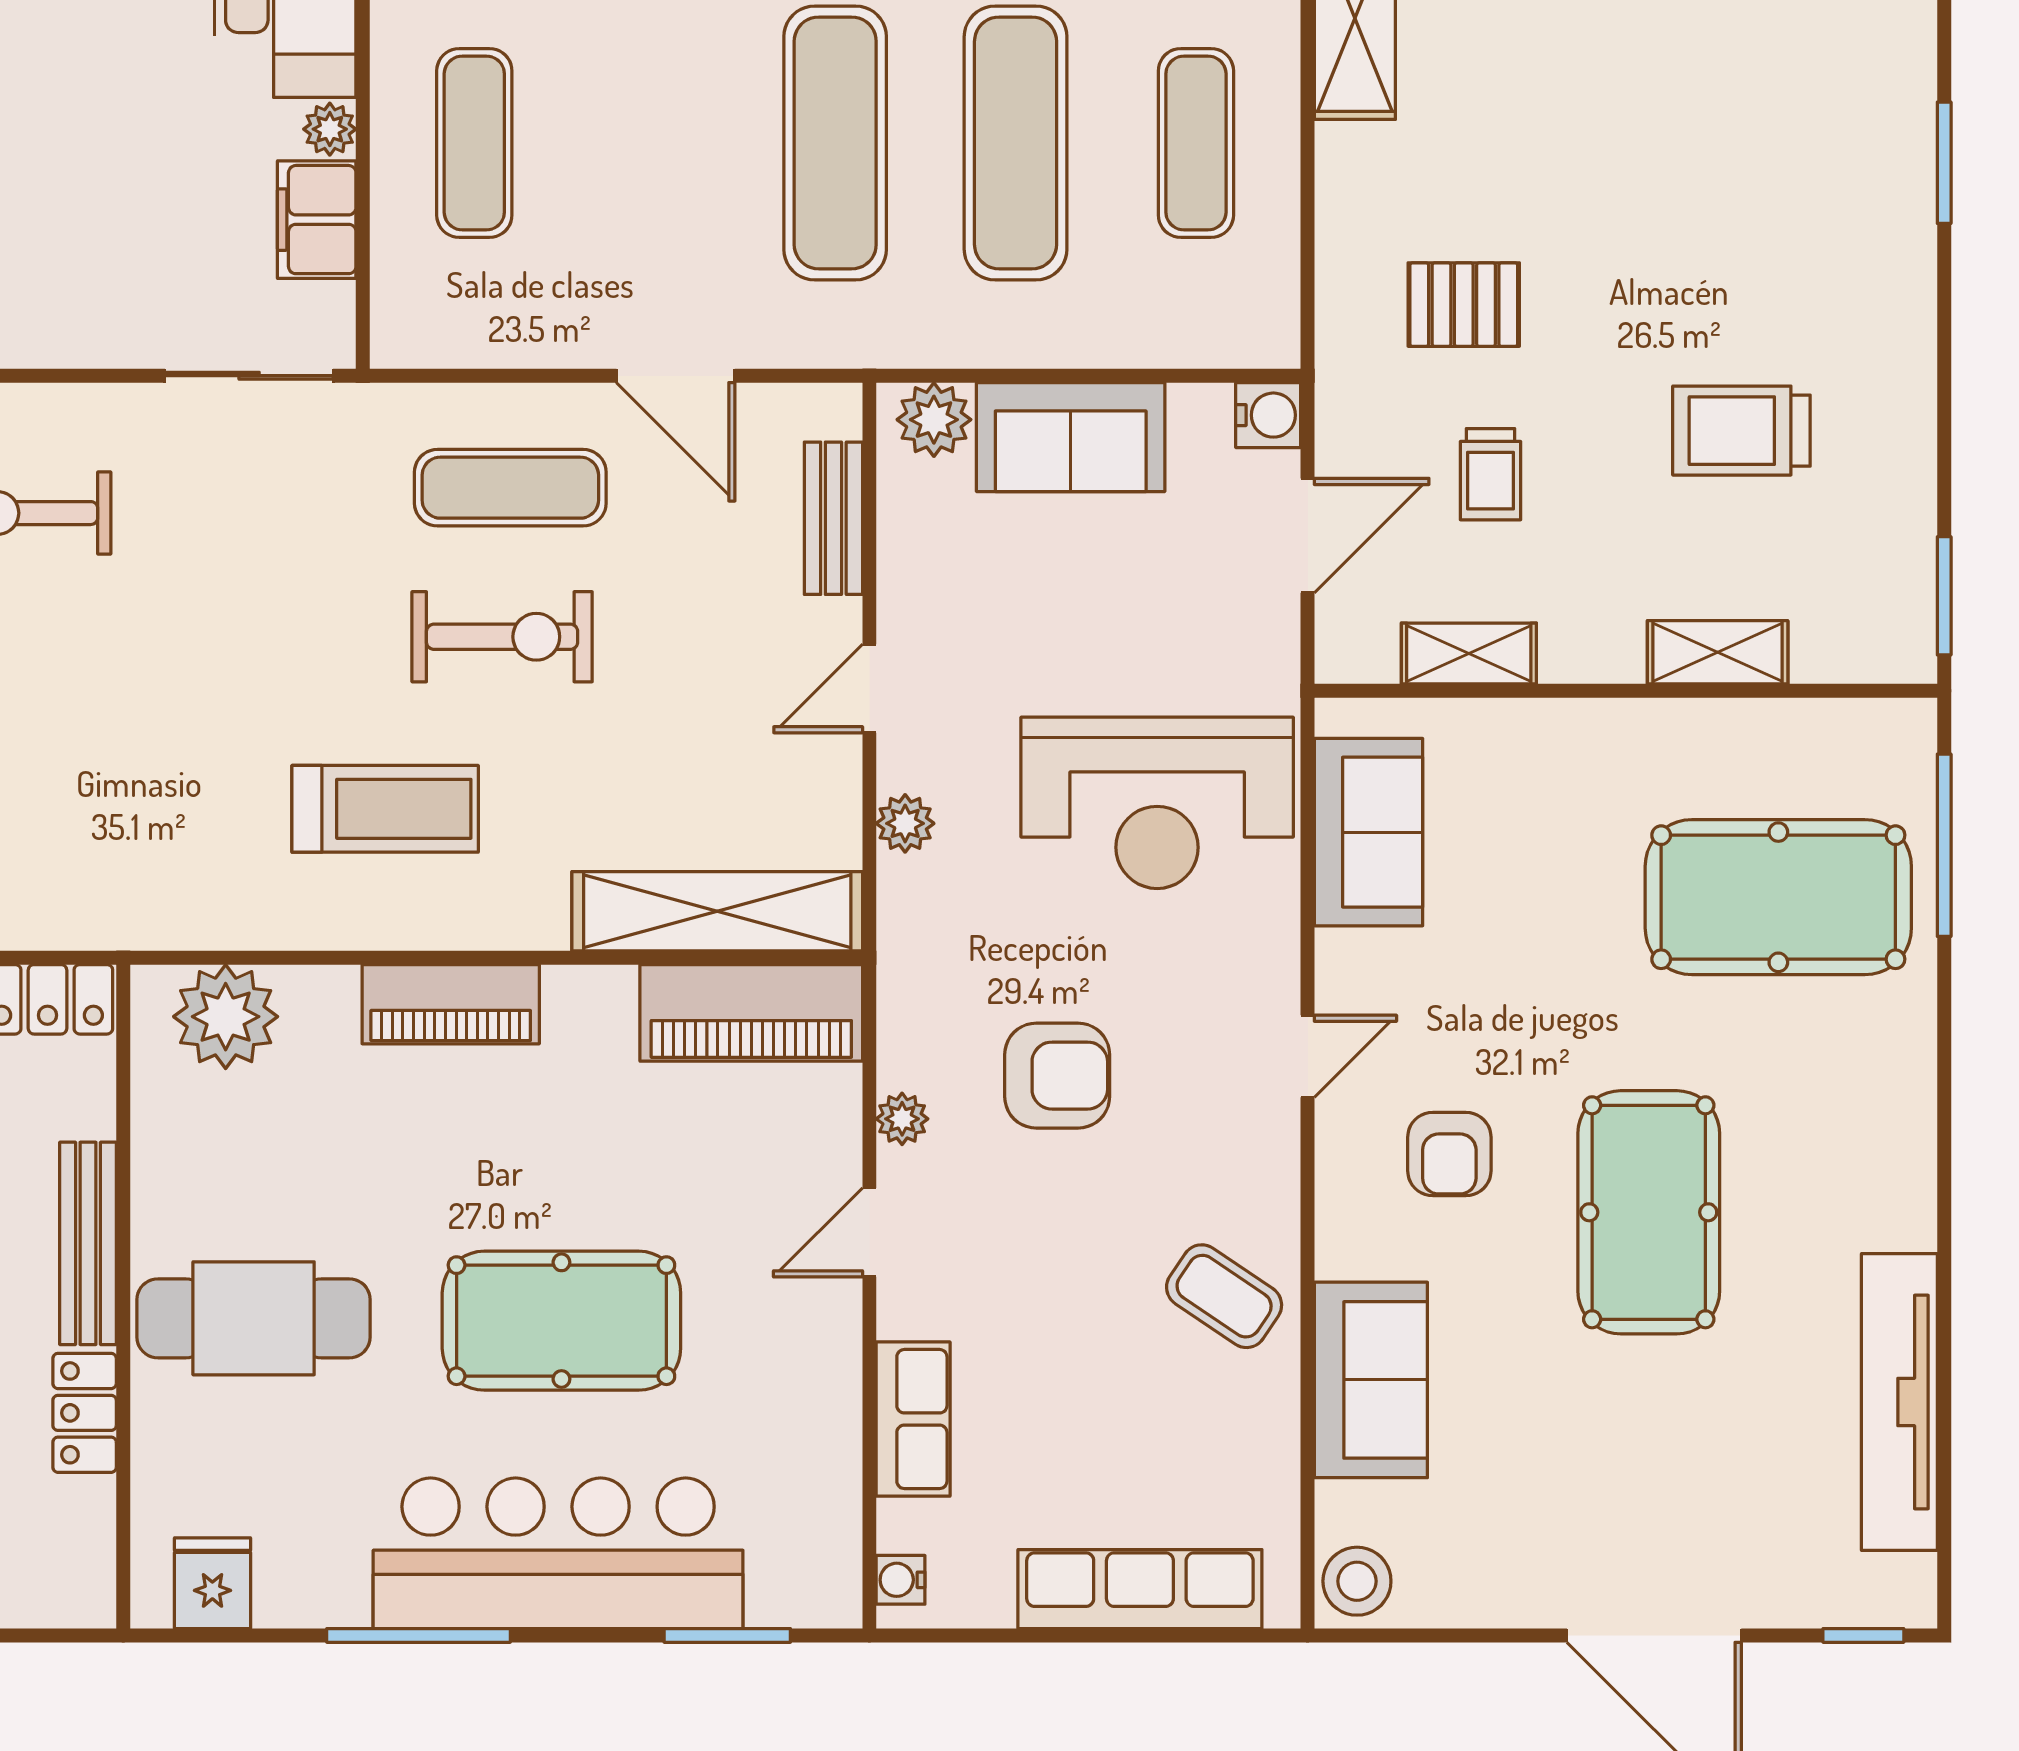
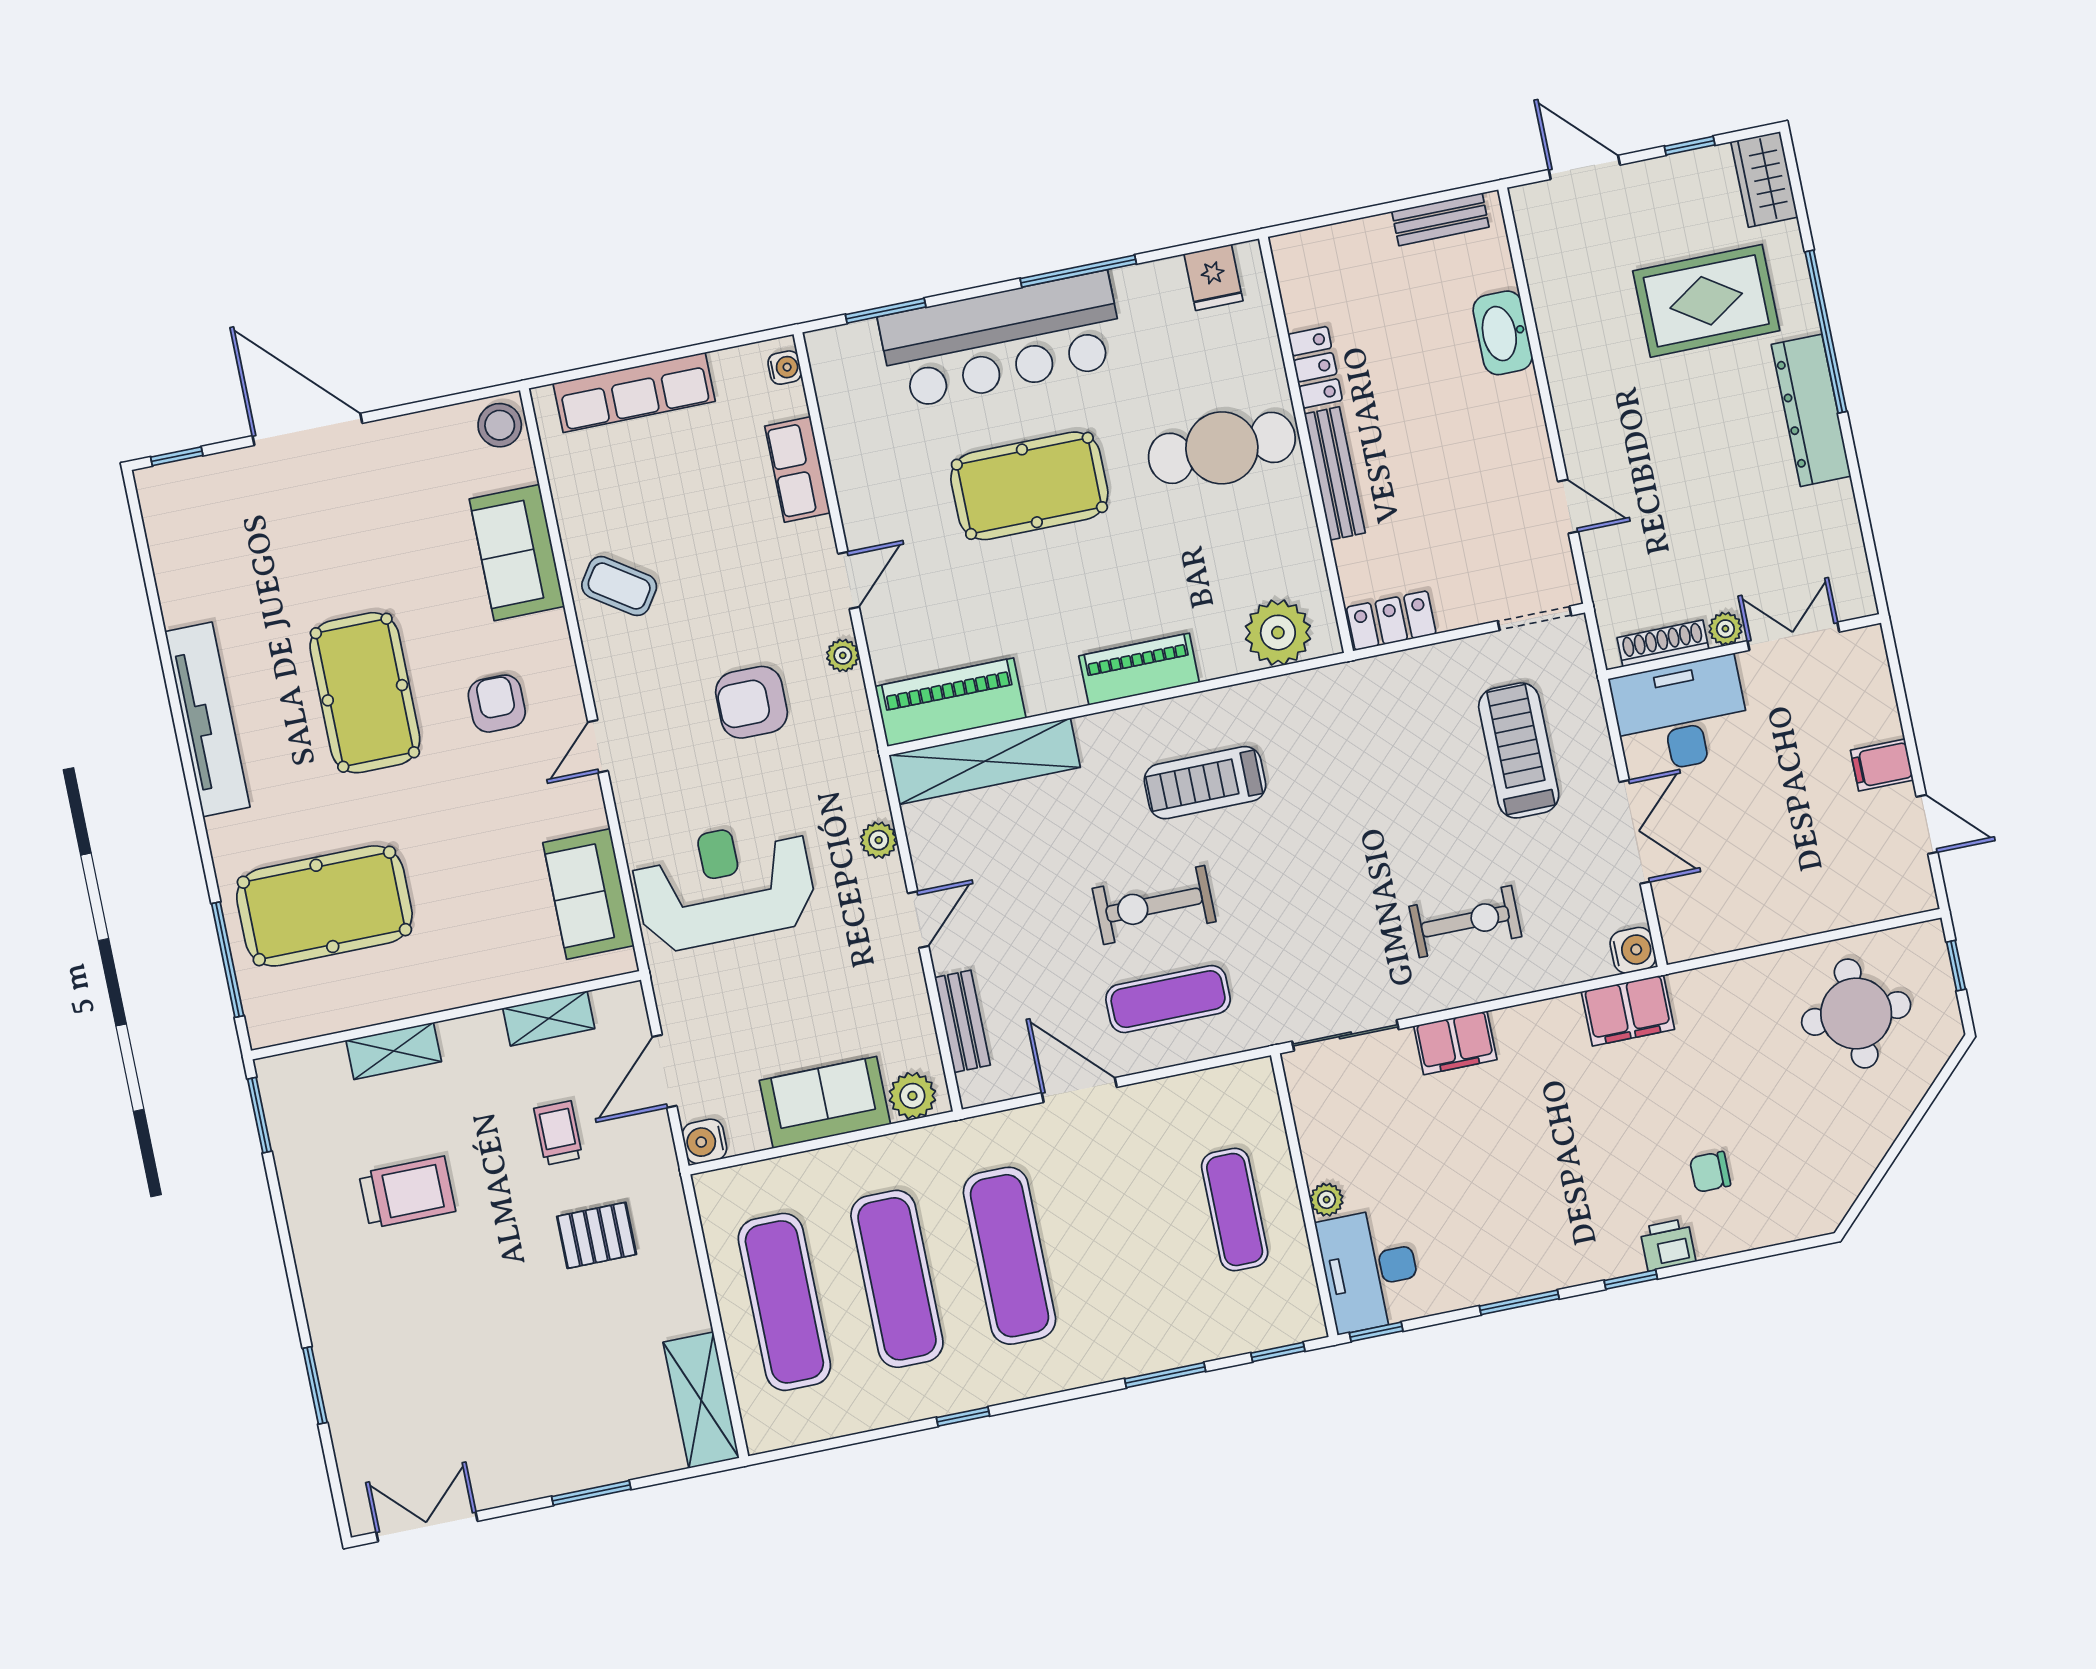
exercise mat: (1196, 143) -> (784, 1302), width x1.36, depth x1.45
filing cabinet: (317, 220) -> (1455, 1043), moved, turned 90
tv unit: (1899, 1402) -> (207, 719), moved

